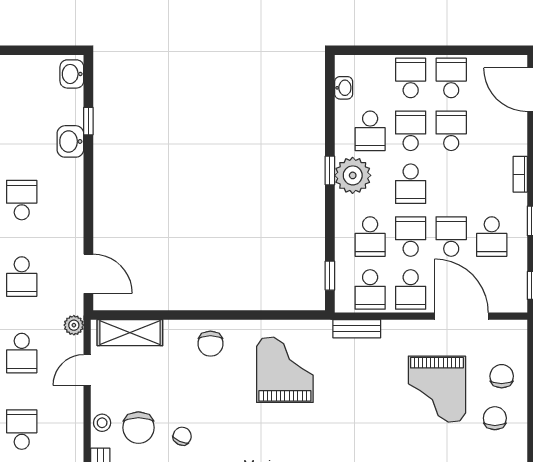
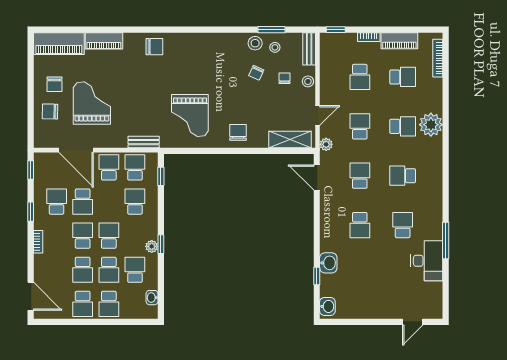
plant: (353, 175) -> (152, 246), width x0.53, depth x0.53
school desk: (411, 237) -> (83, 236), moved, turned 180
chair: (502, 376) -> (50, 111), turned 91
chair: (138, 428) -> (284, 78), width x0.54, depth x0.54

